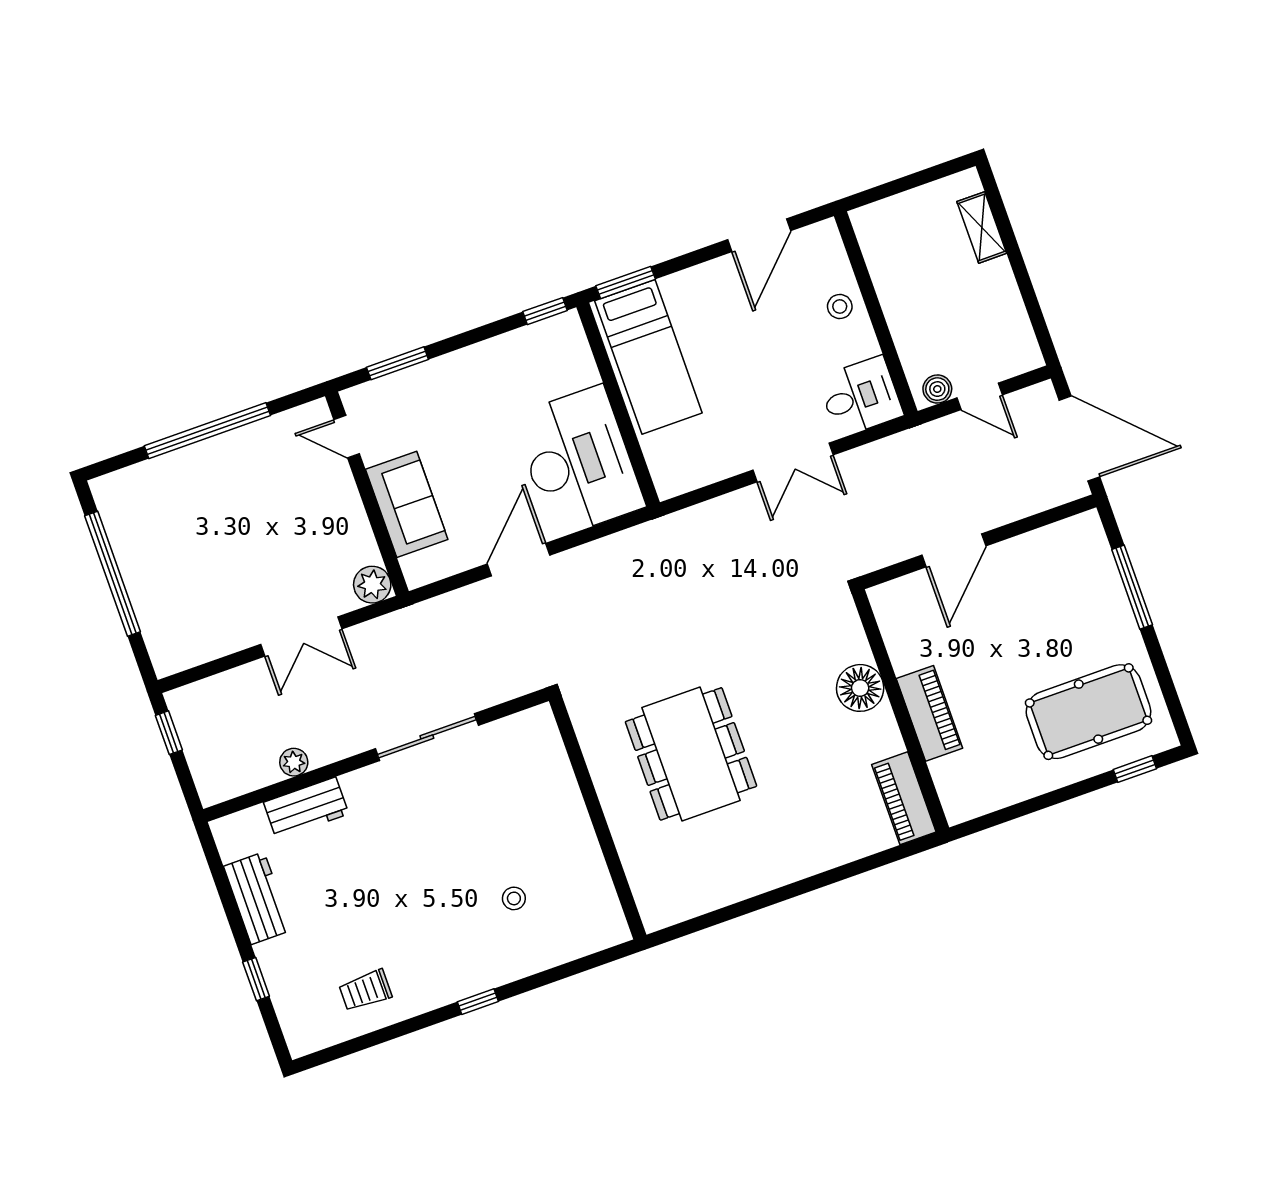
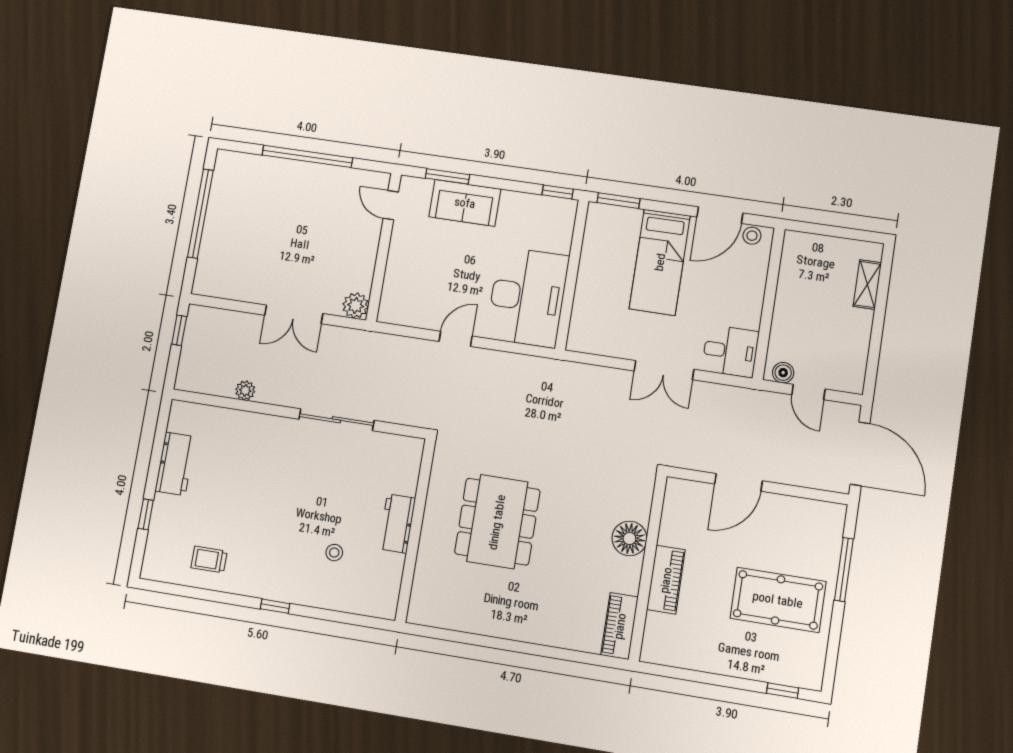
stool: (840, 306) -> (752, 236), moved
bed: (648, 357) -> (660, 262), moved
sofa: (407, 504) -> (465, 203), moved, turned 90
door: (519, 560) -> (456, 339), width x0.73
pool table: (1088, 712) -> (778, 600), moved
workbench: (306, 808) -> (397, 523), moved, turned 90

